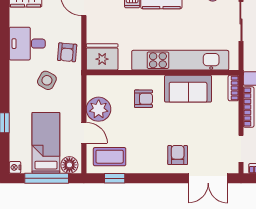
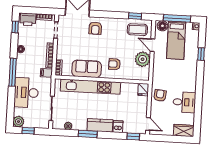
fridge: (102, 57) -> (143, 90), width x0.53, depth x0.75
side table: (47, 80) -> (173, 79), removed

